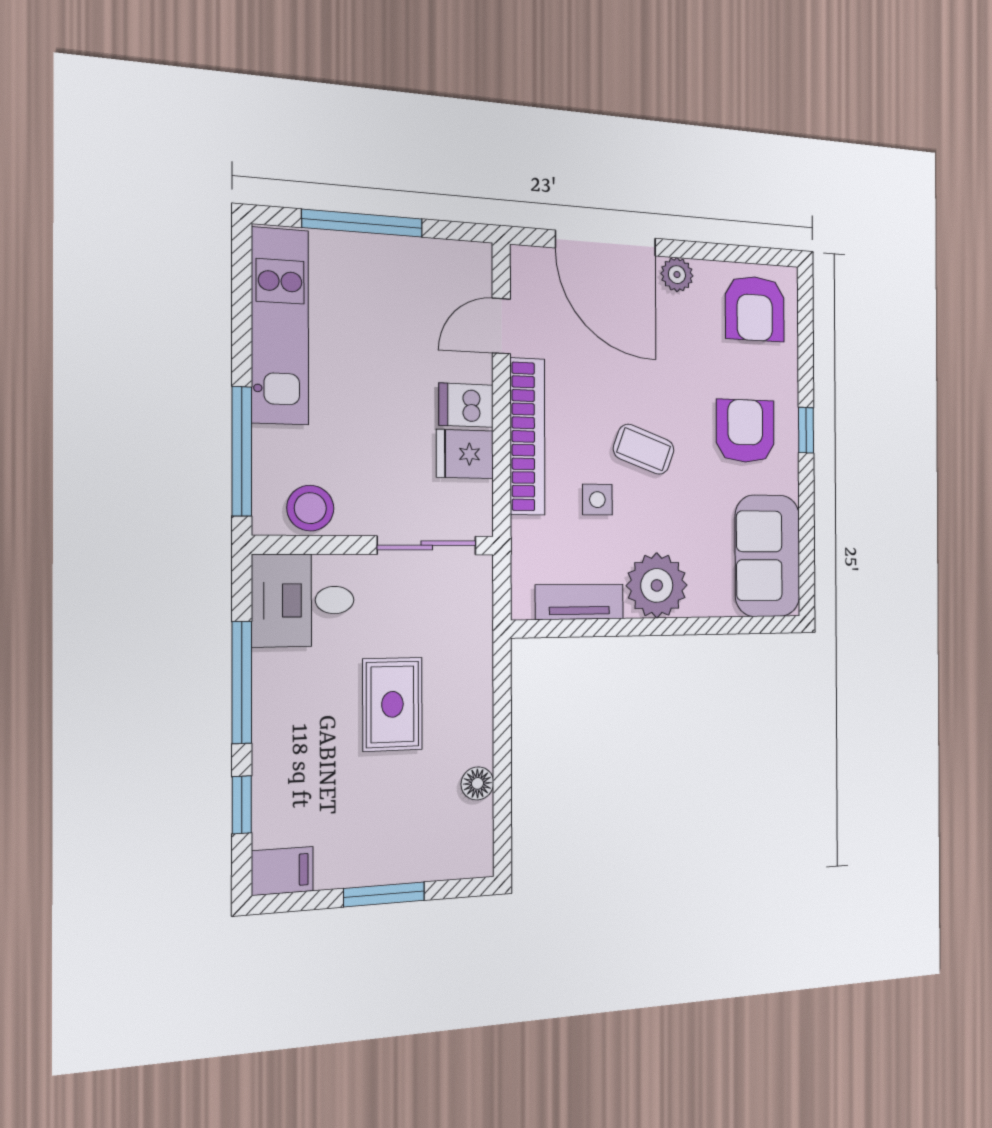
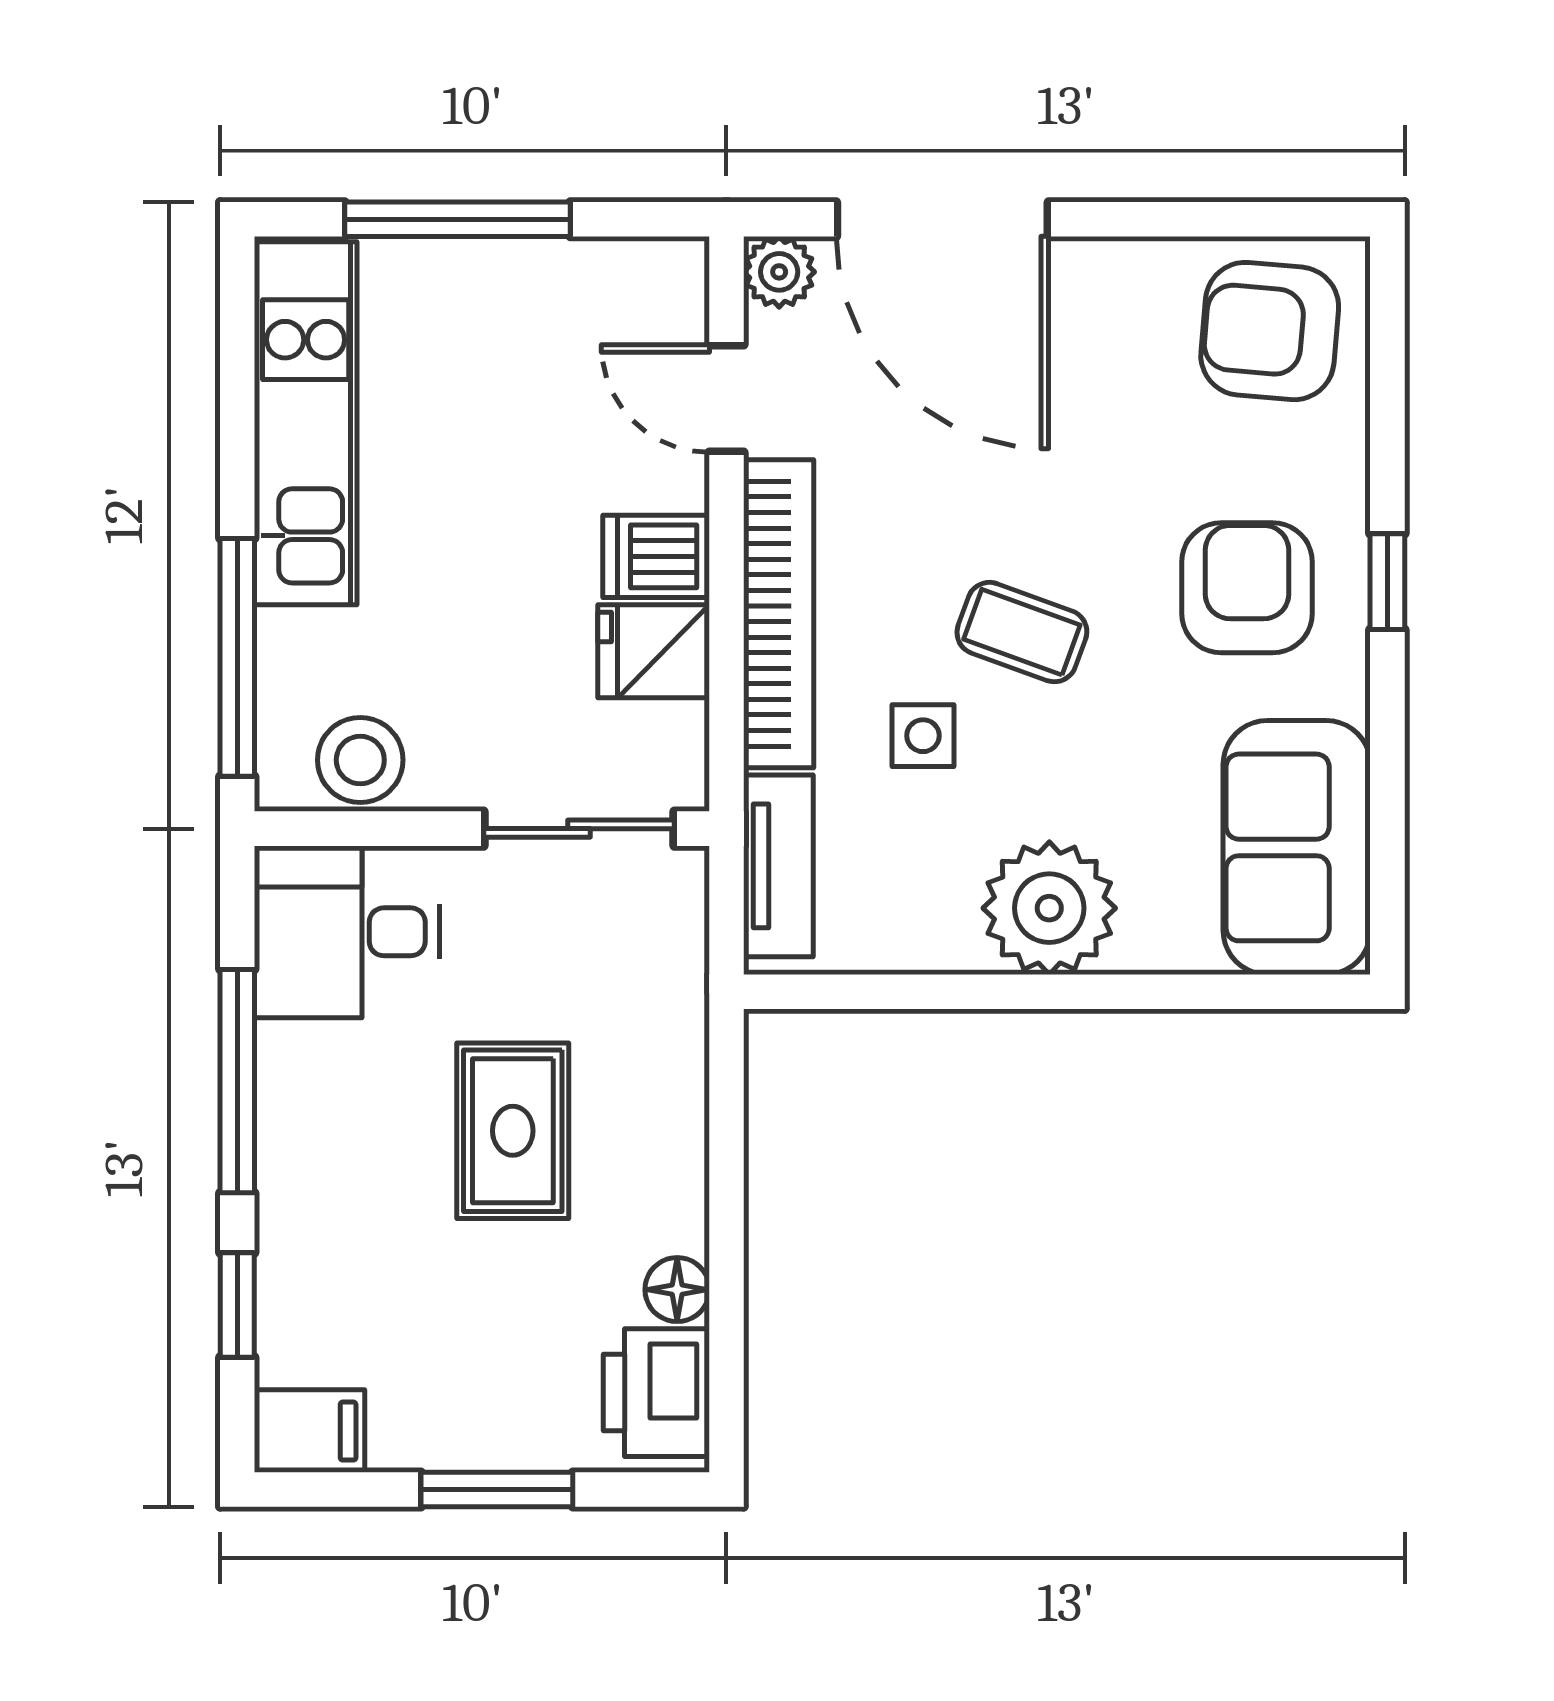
plant: (677, 275) -> (779, 272), moved
armchair: (755, 309) -> (1270, 331), turned 95
door: (501, 326) -> (726, 399), hinge flipped
tv unit: (579, 602) -> (778, 866), moved, turned 90
printer: (467, 837) -> (656, 1393), added

